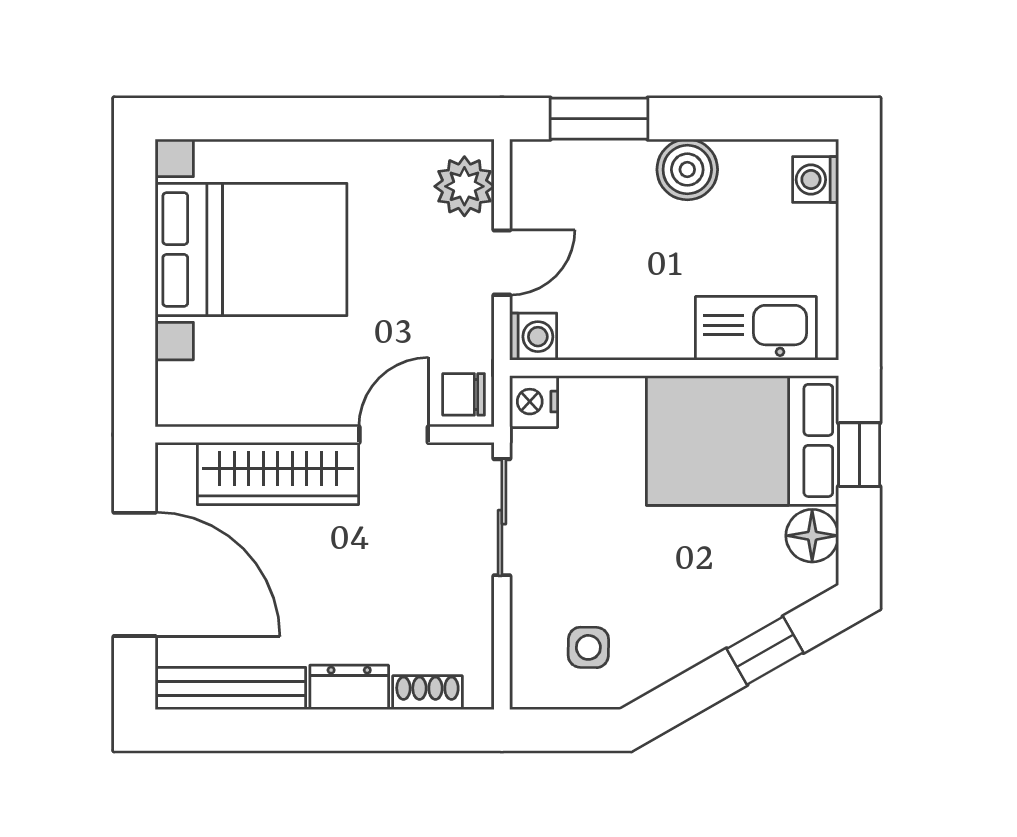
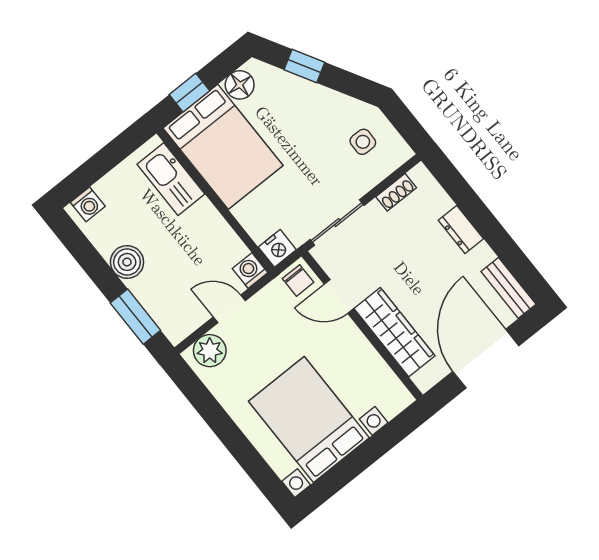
bench: (230, 688) -> (508, 288), width x0.73
shoe rack: (427, 693) -> (396, 192), moved, turned -90

